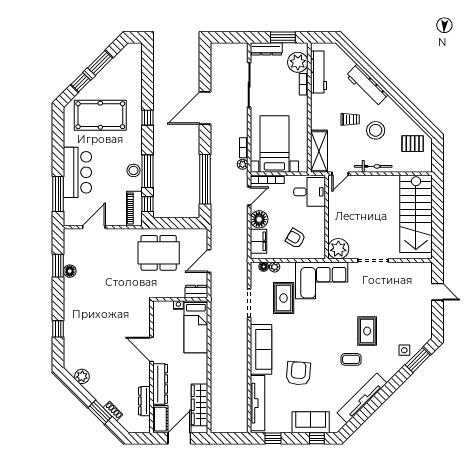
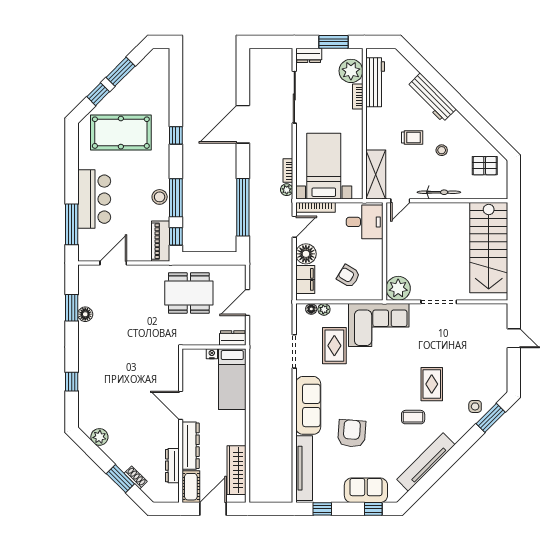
dresser: (266, 49) -> (309, 55), width x0.70
stool: (376, 130) -> (442, 150), width x0.53, depth x0.53

